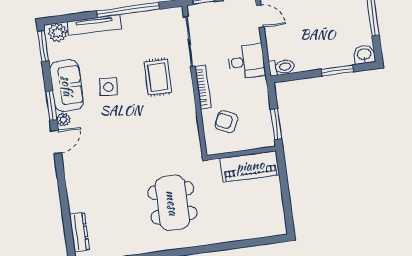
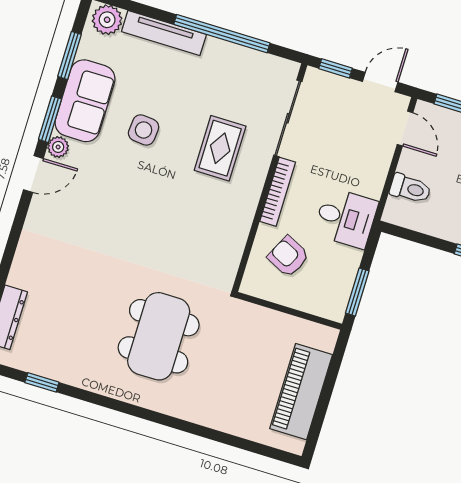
window: (43, 46) -> (70, 55), moved
desk: (246, 61) -> (346, 218), moved
toilet: (282, 67) -> (410, 189), moved
piano: (250, 166) -> (301, 392), moved, turned 90

